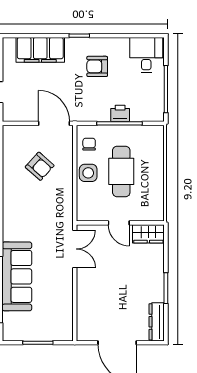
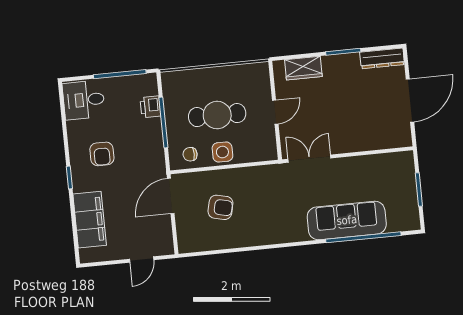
printer: (120, 113) -> (150, 107), moved
armchair: (40, 166) -> (220, 207), turned 61
wardrobe: (148, 234) -> (303, 68), moved, turned 90

